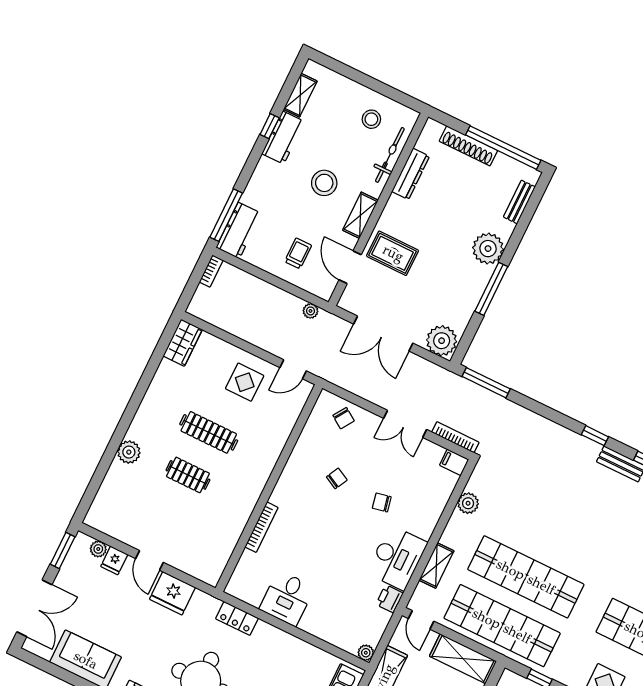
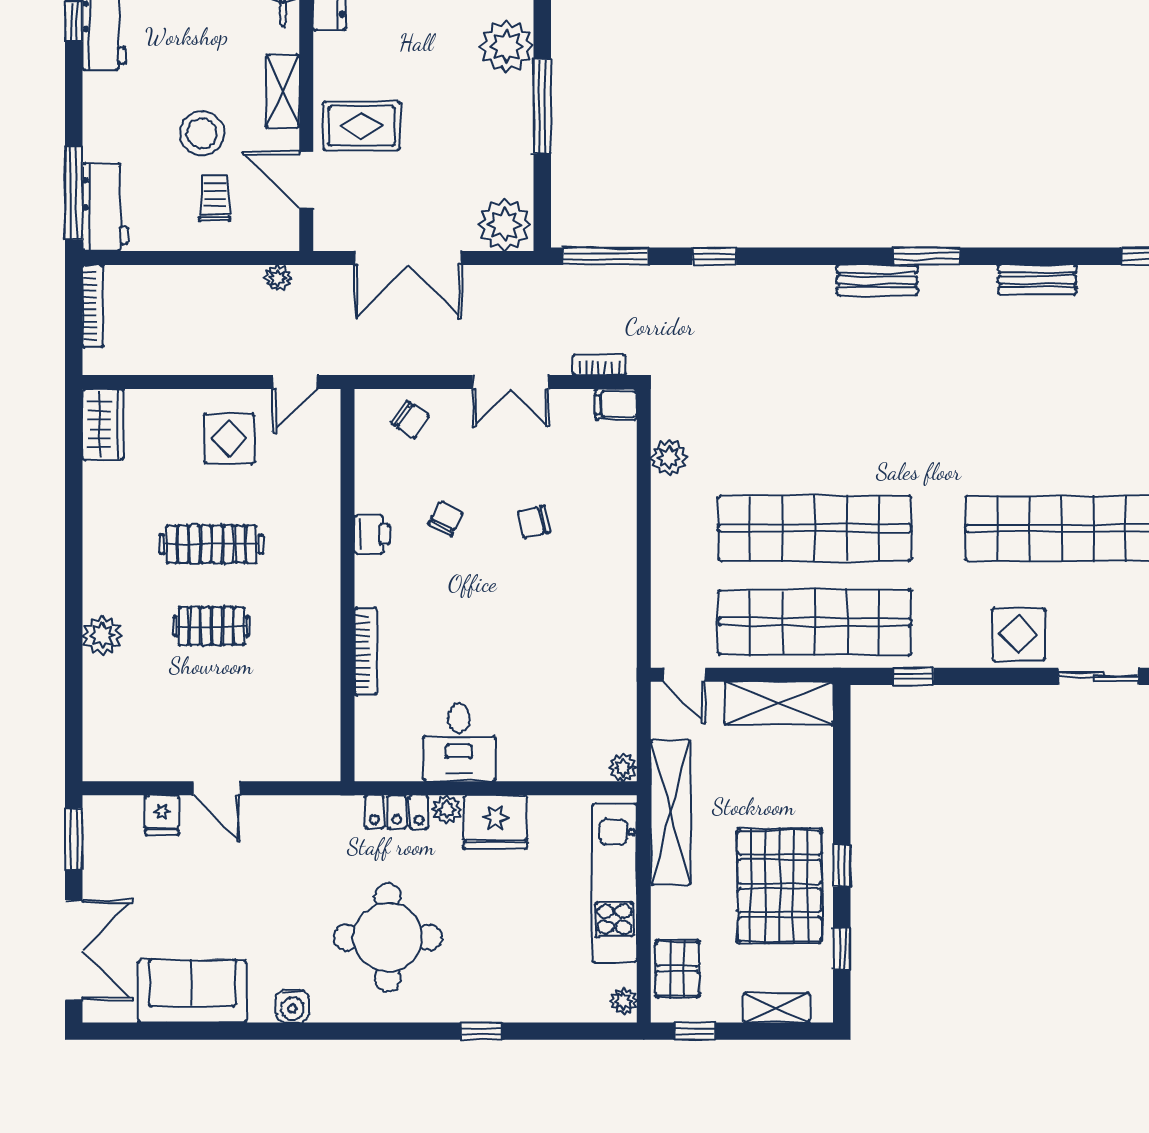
stool: (324, 183) -> (202, 133), moved
bookcase: (211, 271) -> (93, 306), width x1.56
window: (595, 436) -> (714, 256), moved
bookcase: (455, 437) -> (599, 365), width x0.64
plant: (98, 549) -> (447, 809), moved
desk: (397, 558) -> (600, 596), removed
shelving: (436, 566) -> (667, 578), removed
fridge: (172, 593) -> (495, 822), moved
printer: (390, 599) -> (372, 534), moved, turned 180

